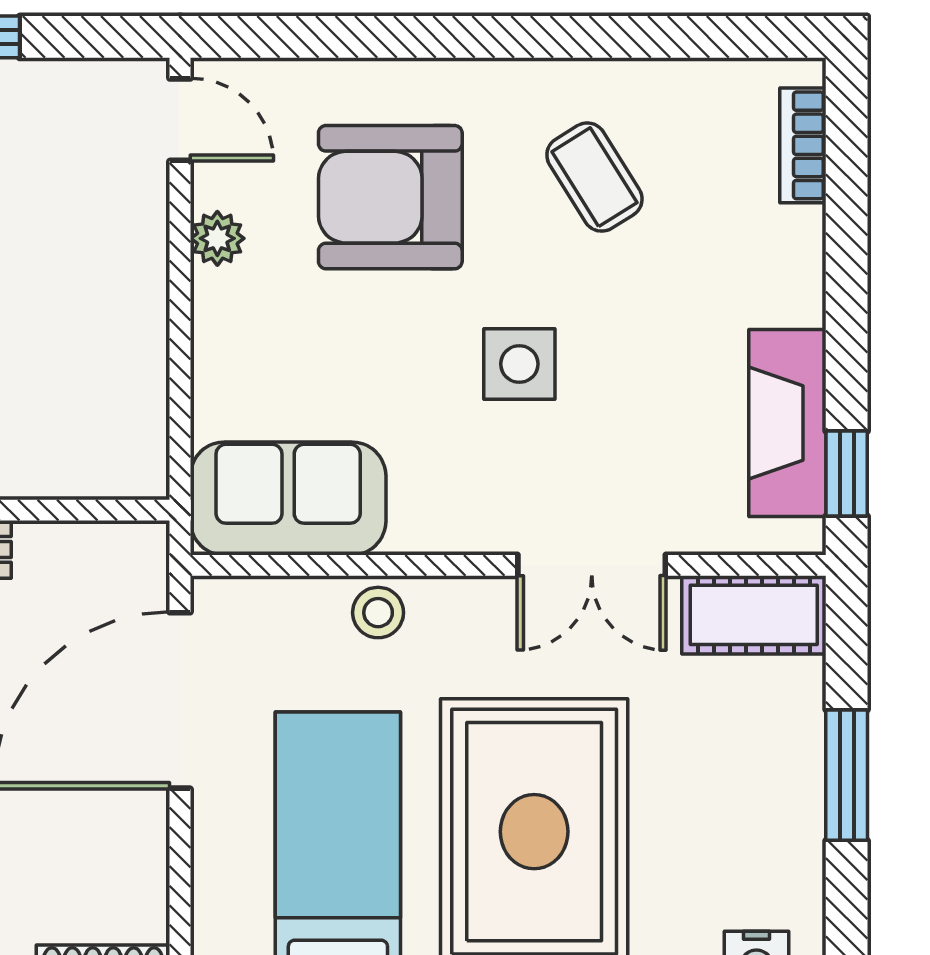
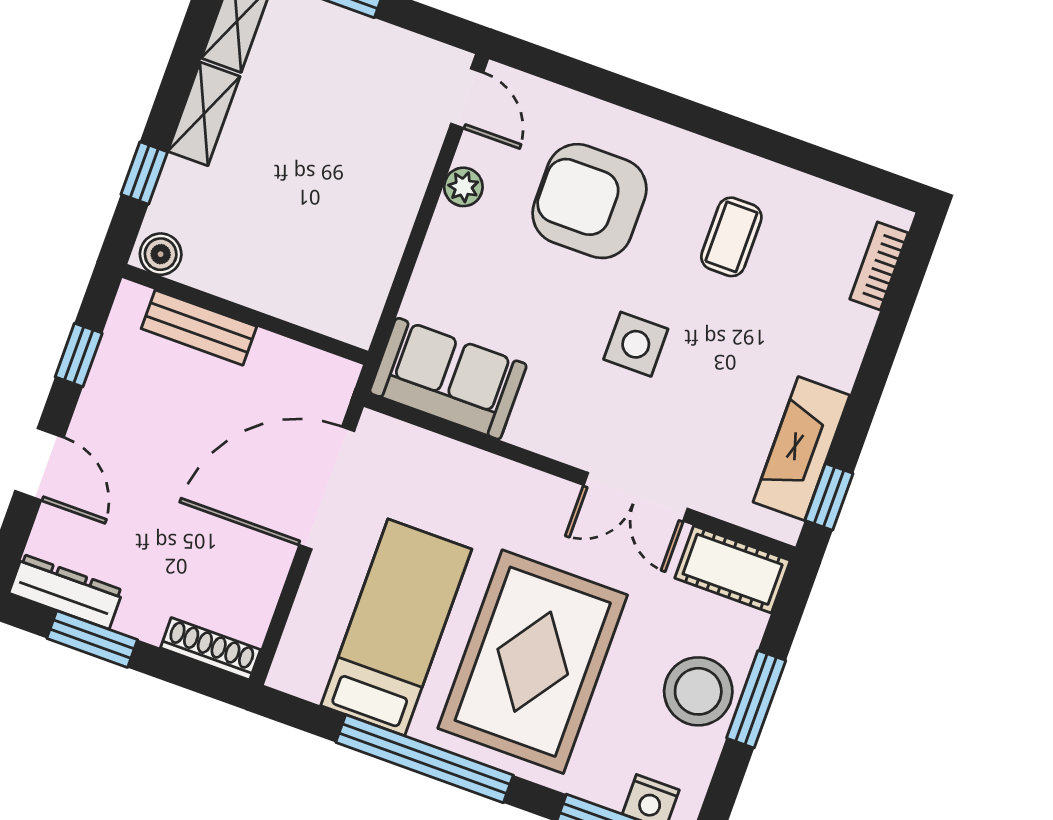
coffee table: (594, 177) -> (731, 237), turned 32
stool: (378, 613) -> (698, 691), moved, width x1.89, depth x1.89

